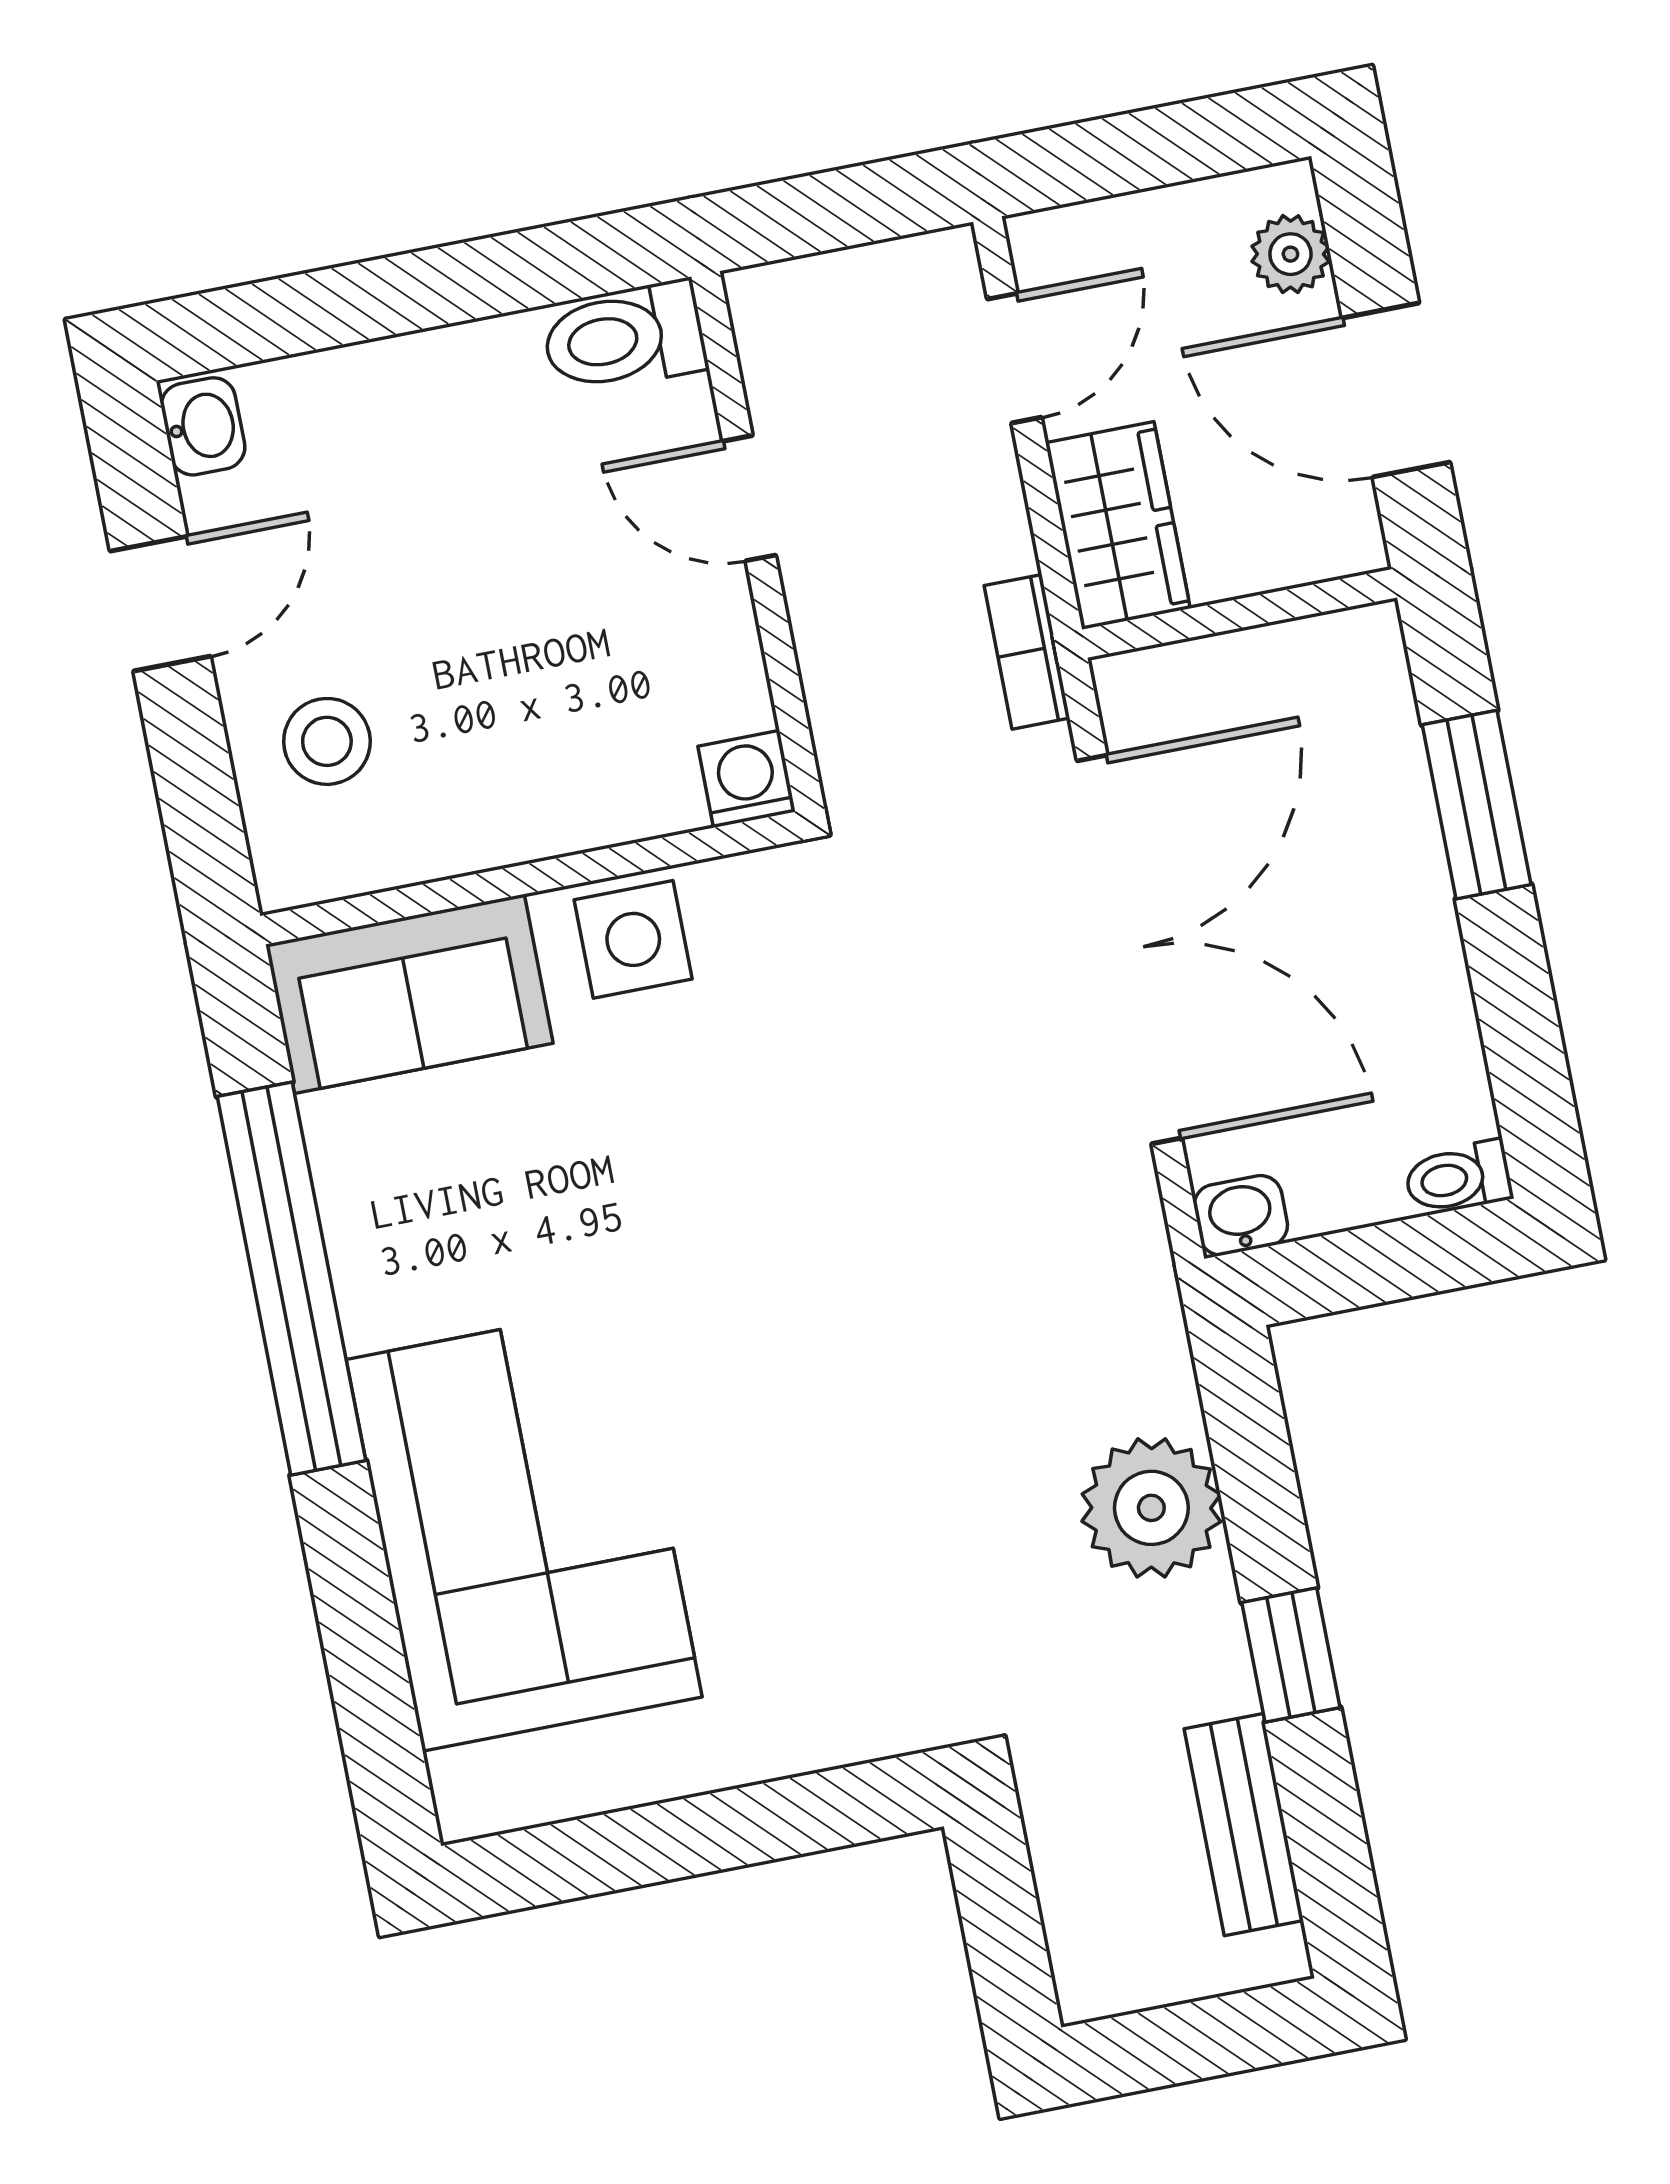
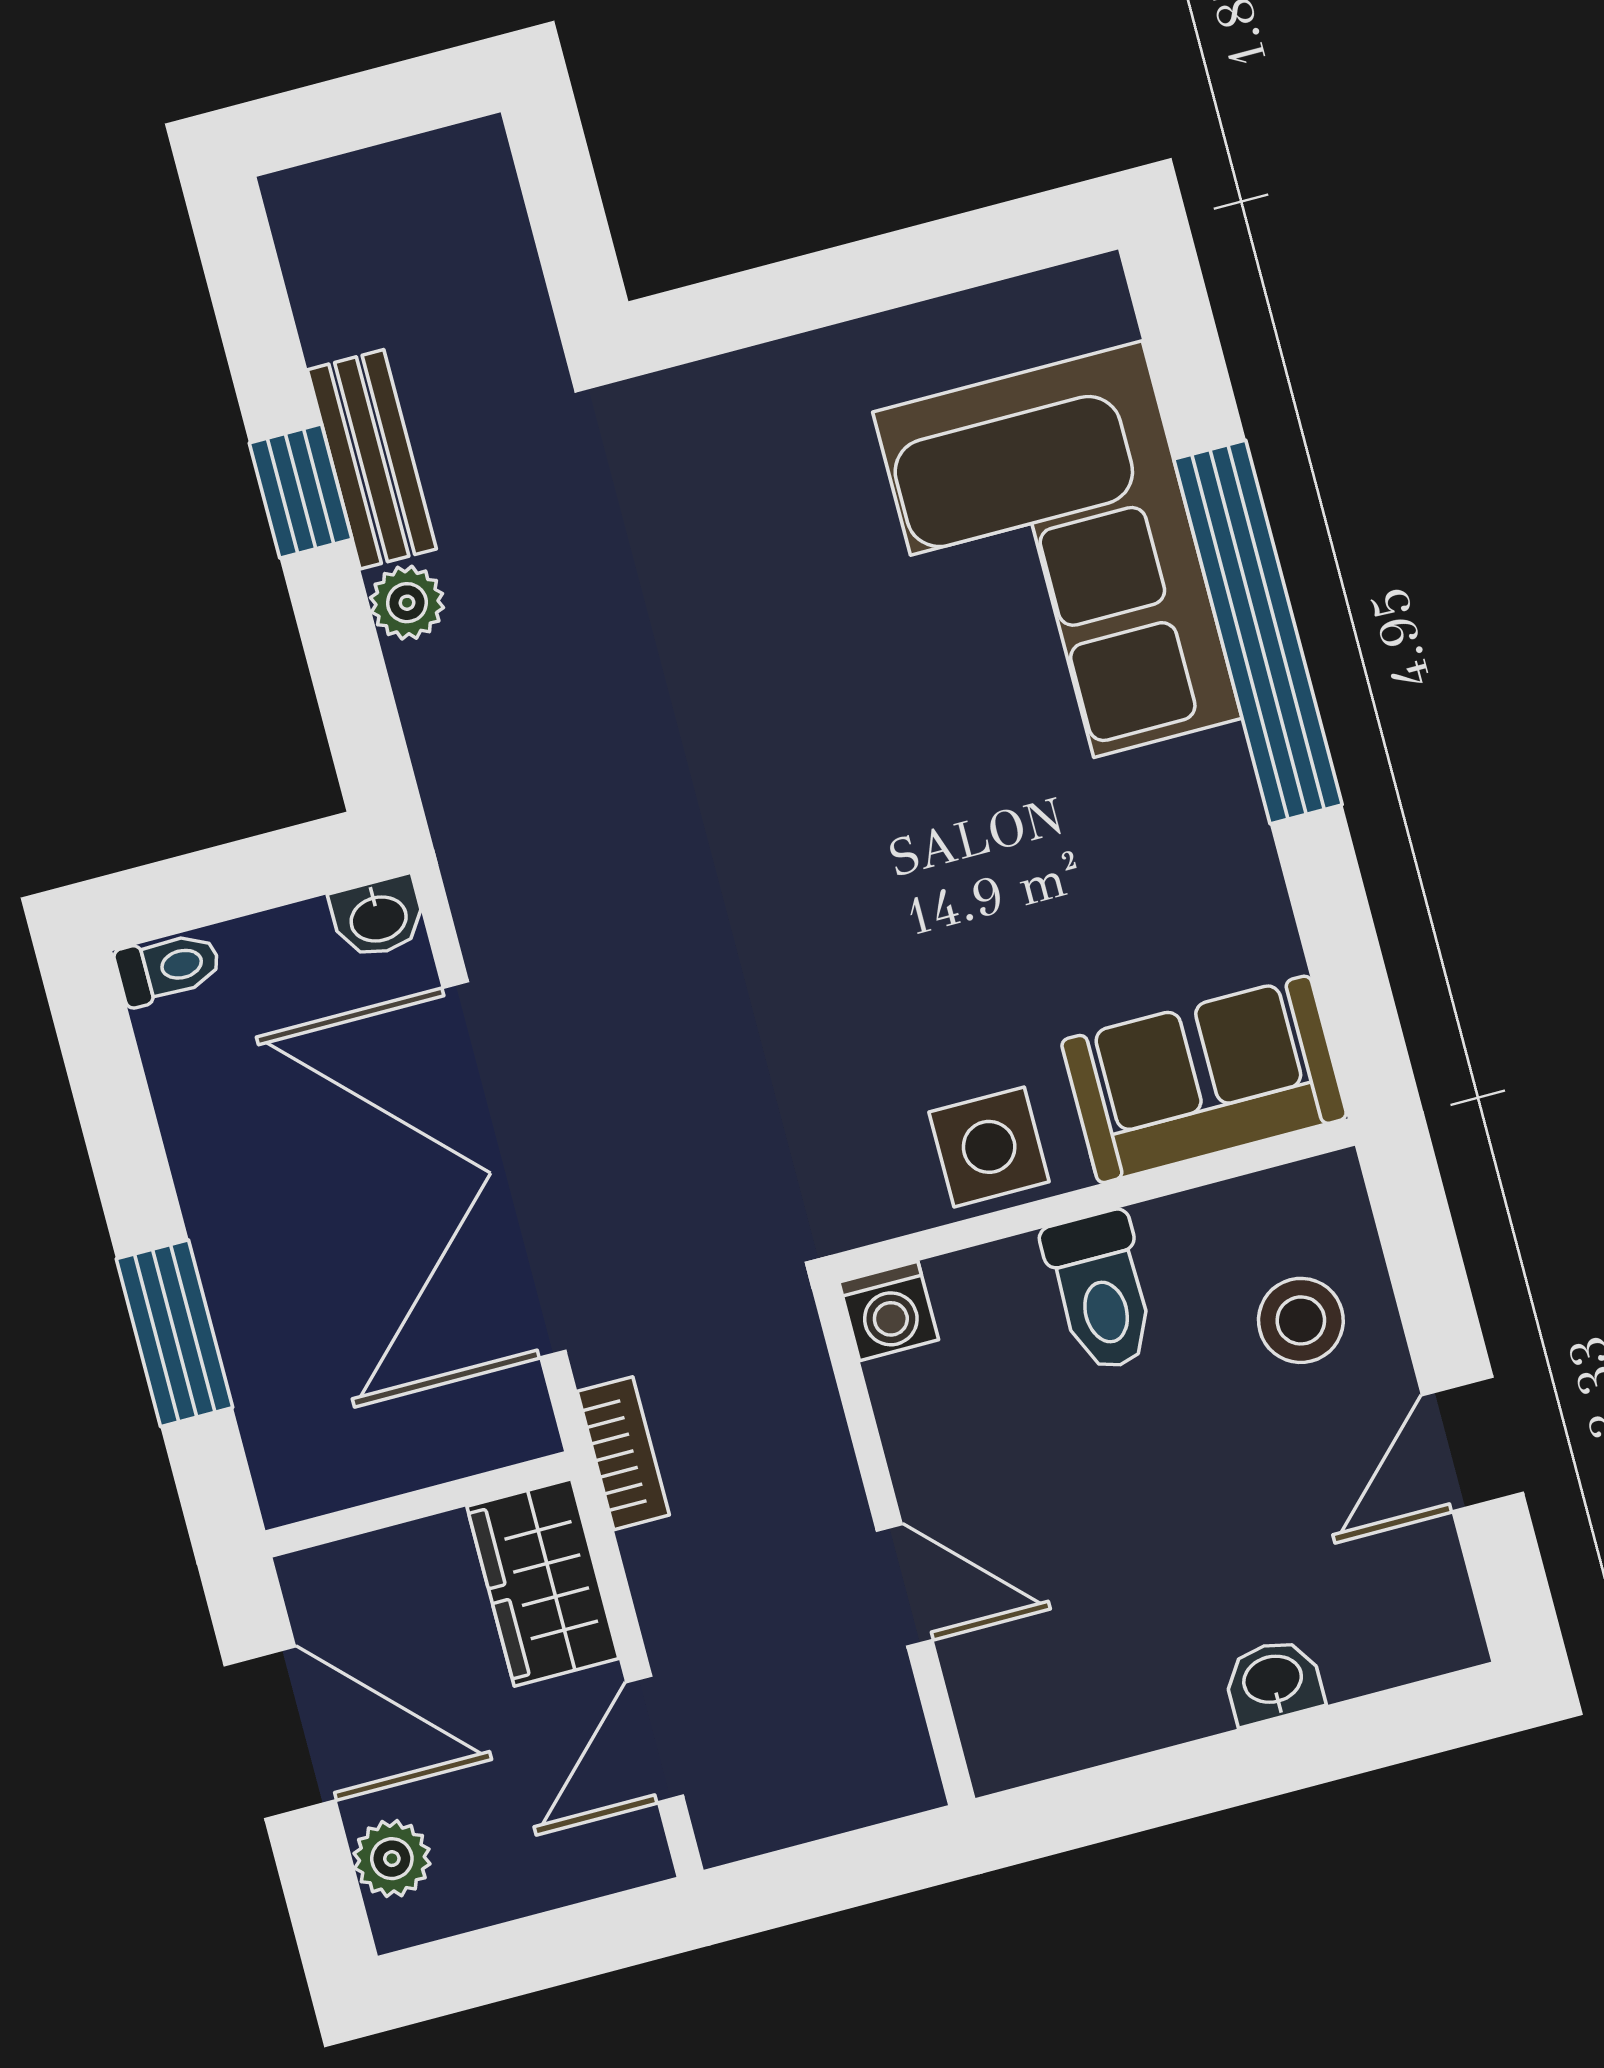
toilet: (624, 338) -> (1101, 1291), moved, turned 90
washbasin: (203, 426) -> (1273, 1681), moved, turned 90
window: (291, 1279) -> (1258, 632), moved
plant: (1151, 1508) -> (407, 603), width x0.53, depth x0.53
bench: (1244, 1825) -> (372, 459), moved

